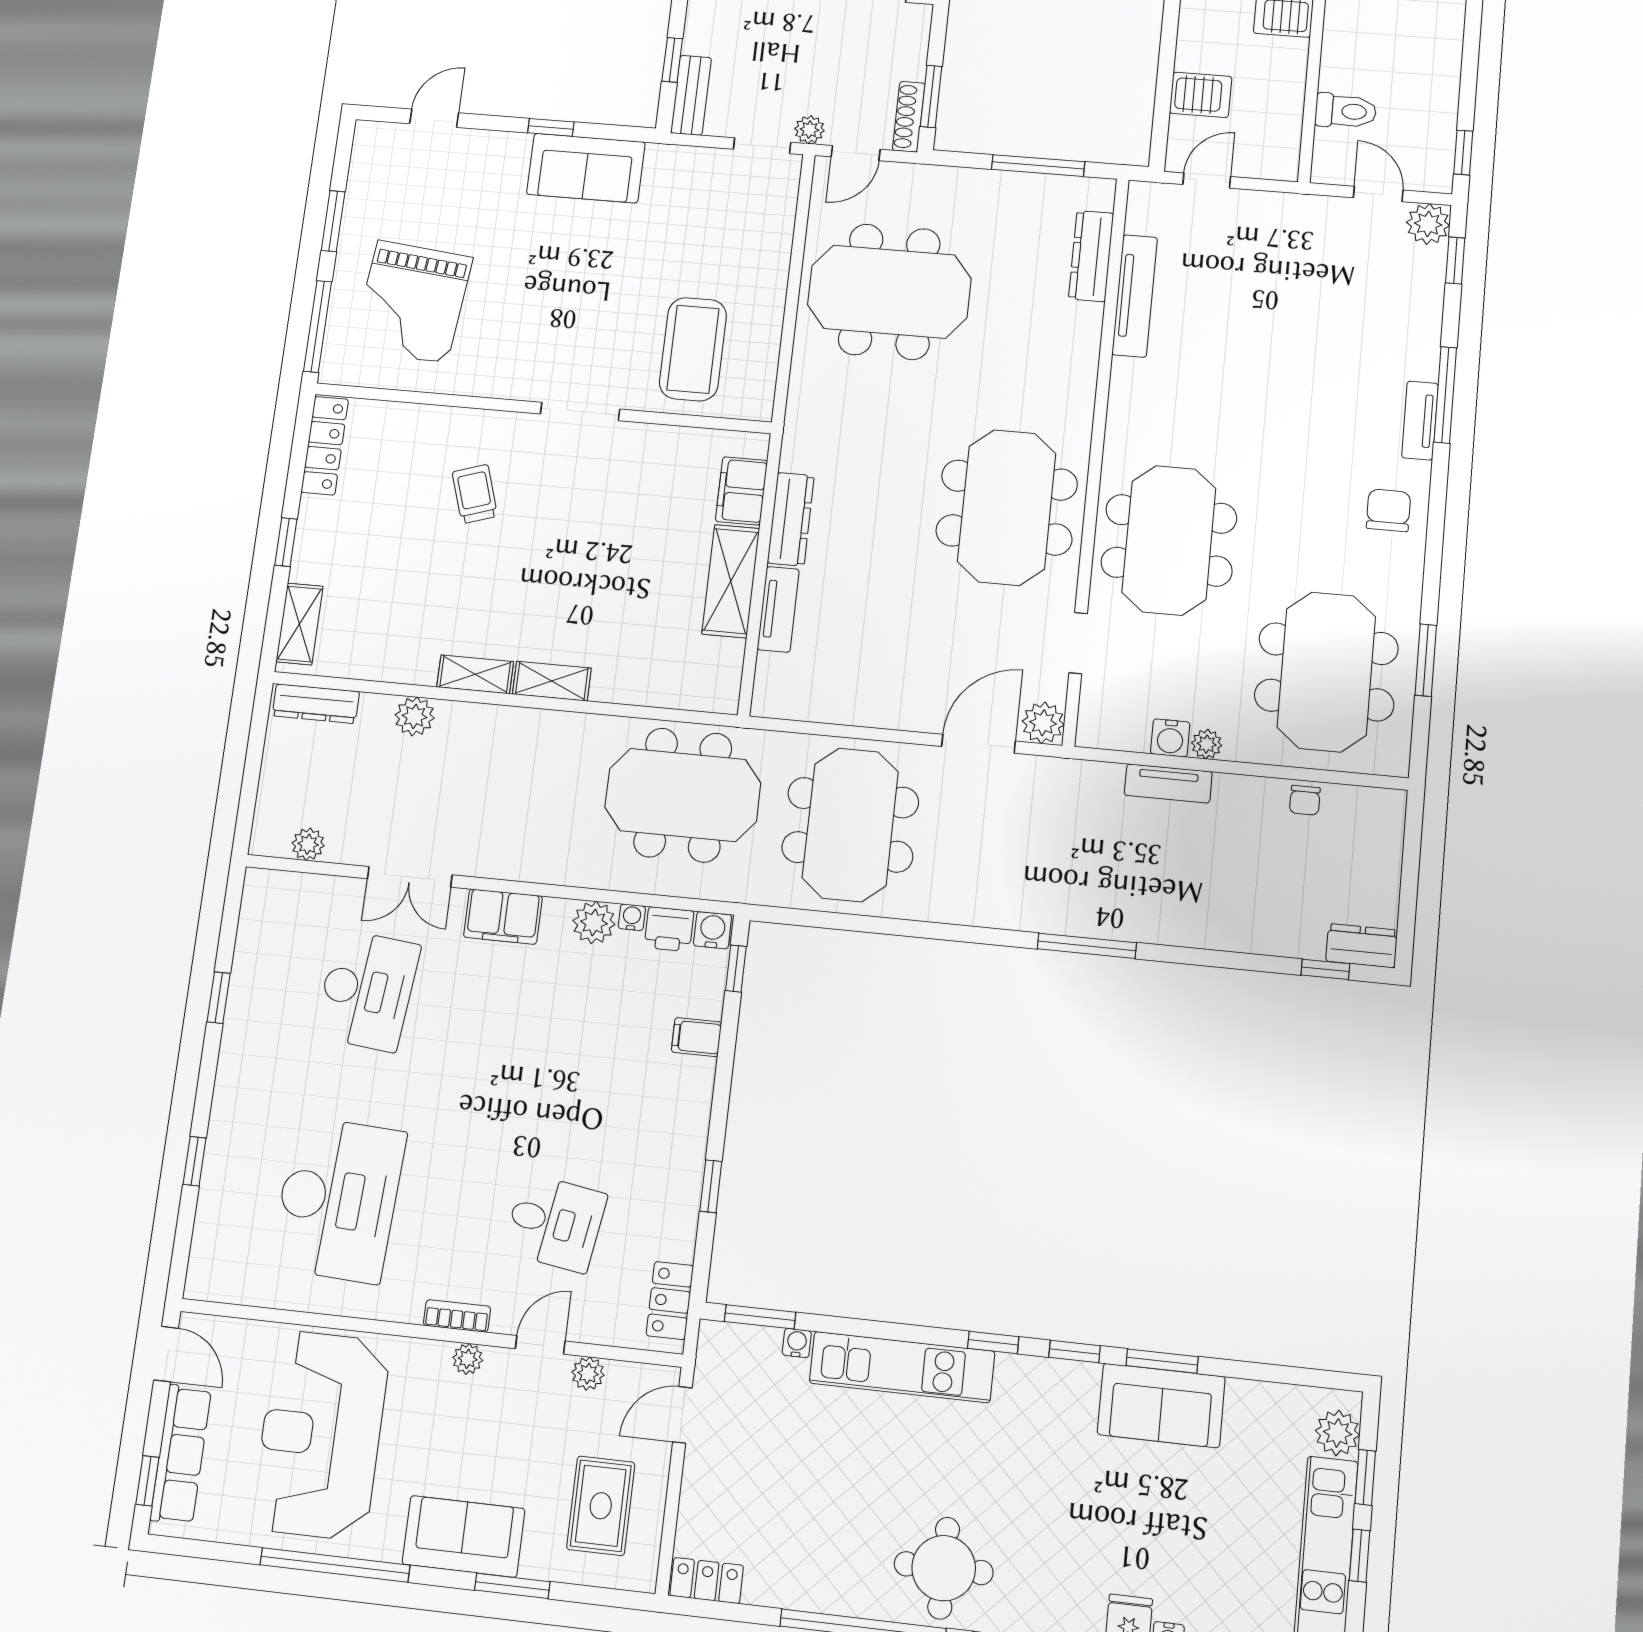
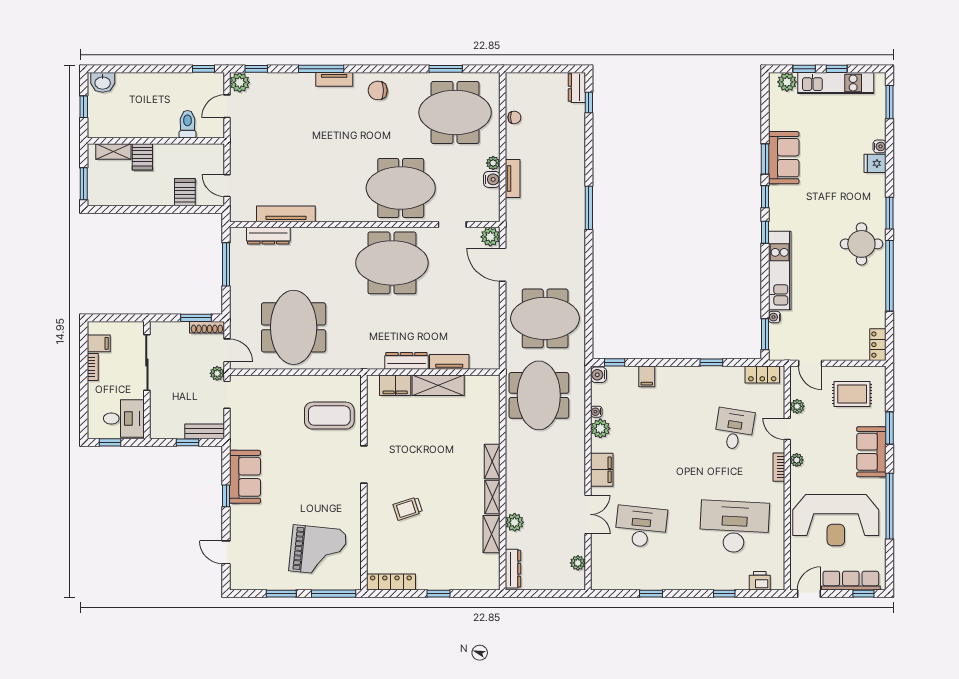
shelving: (299, 624) -> (492, 534), moved, turned 90
printer: (669, 929) -> (760, 581), moved, turned -90

